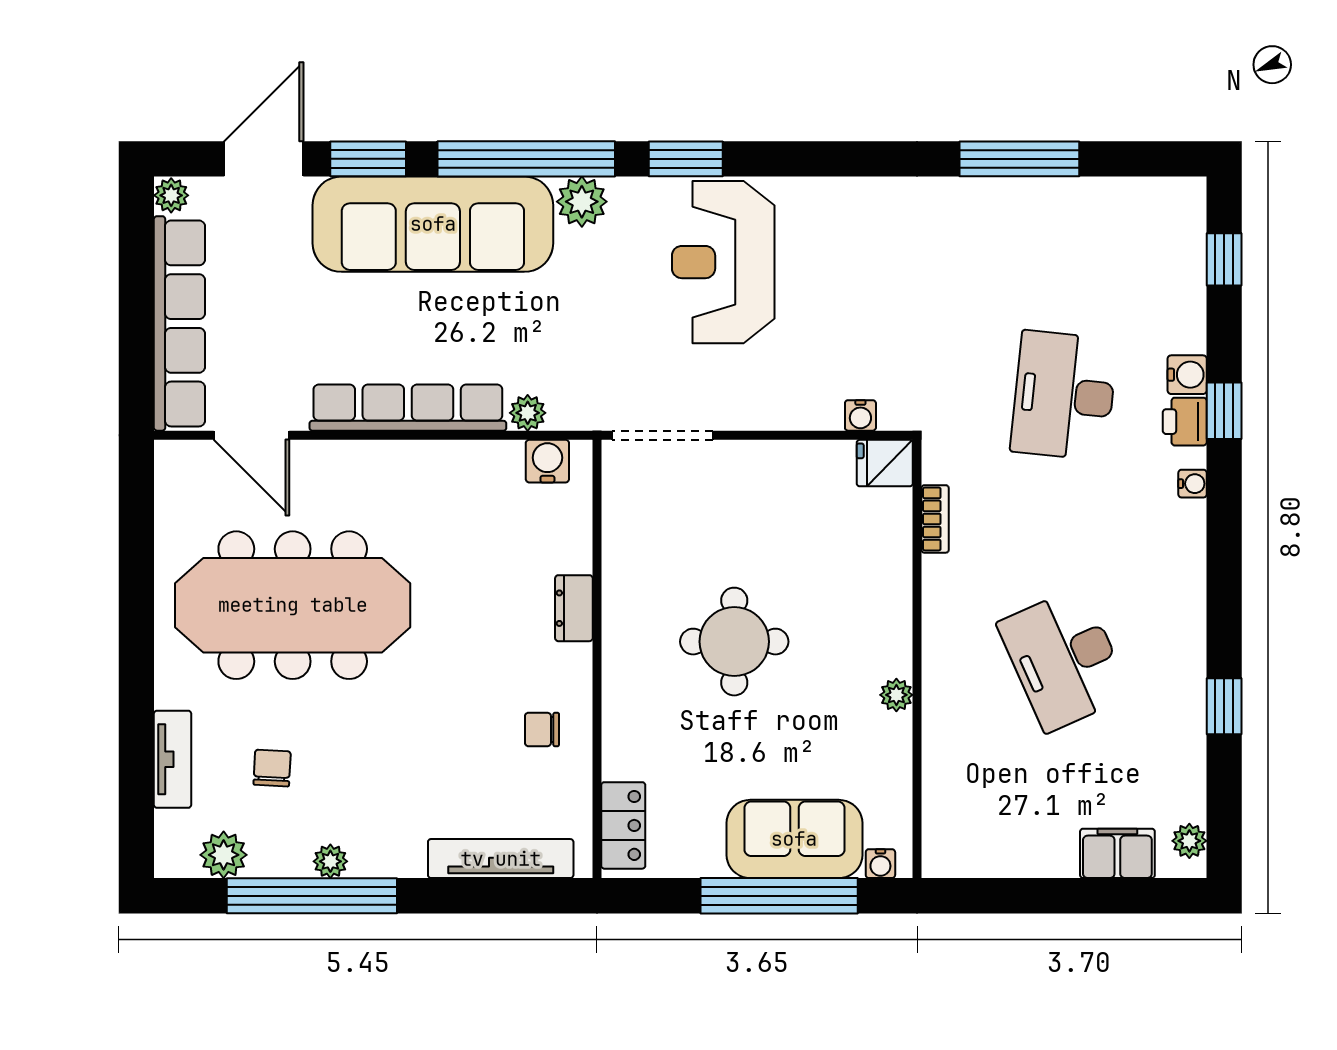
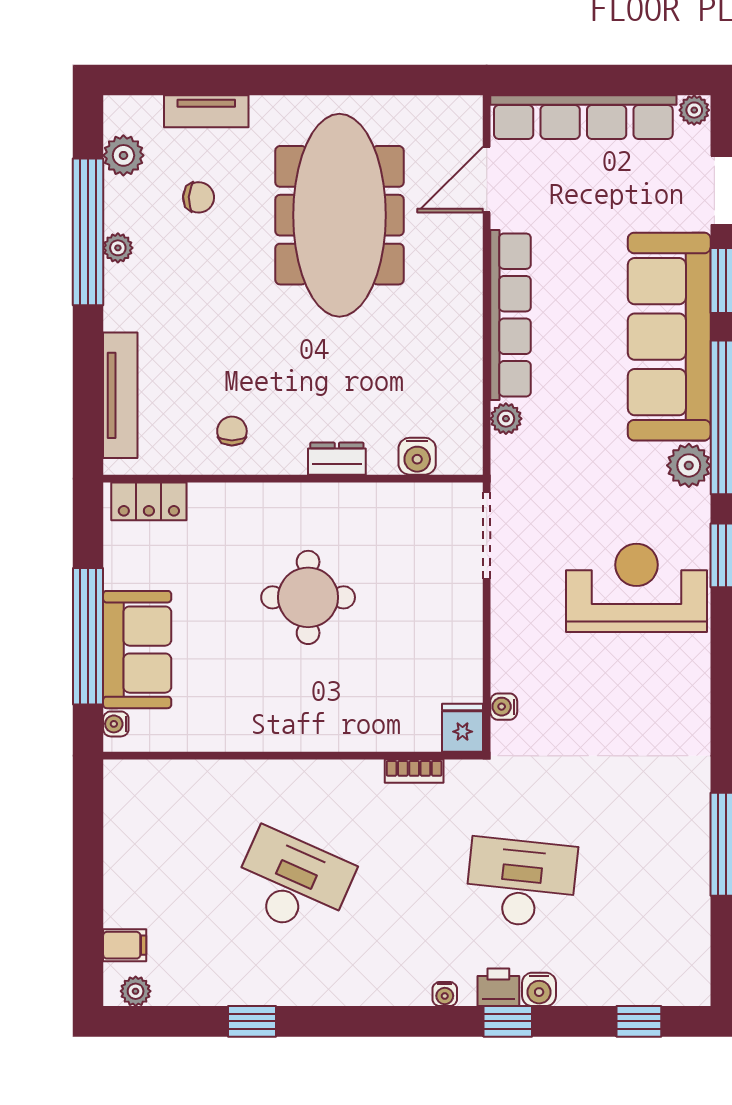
water cooler: (547, 461) -> (417, 456), moved, turned 90
desk: (1064, 659) -> (293, 883), turned 48
plant: (896, 695) -> (262, 738), removed
filing cabinet: (1117, 853) -> (125, 945), width x0.50

